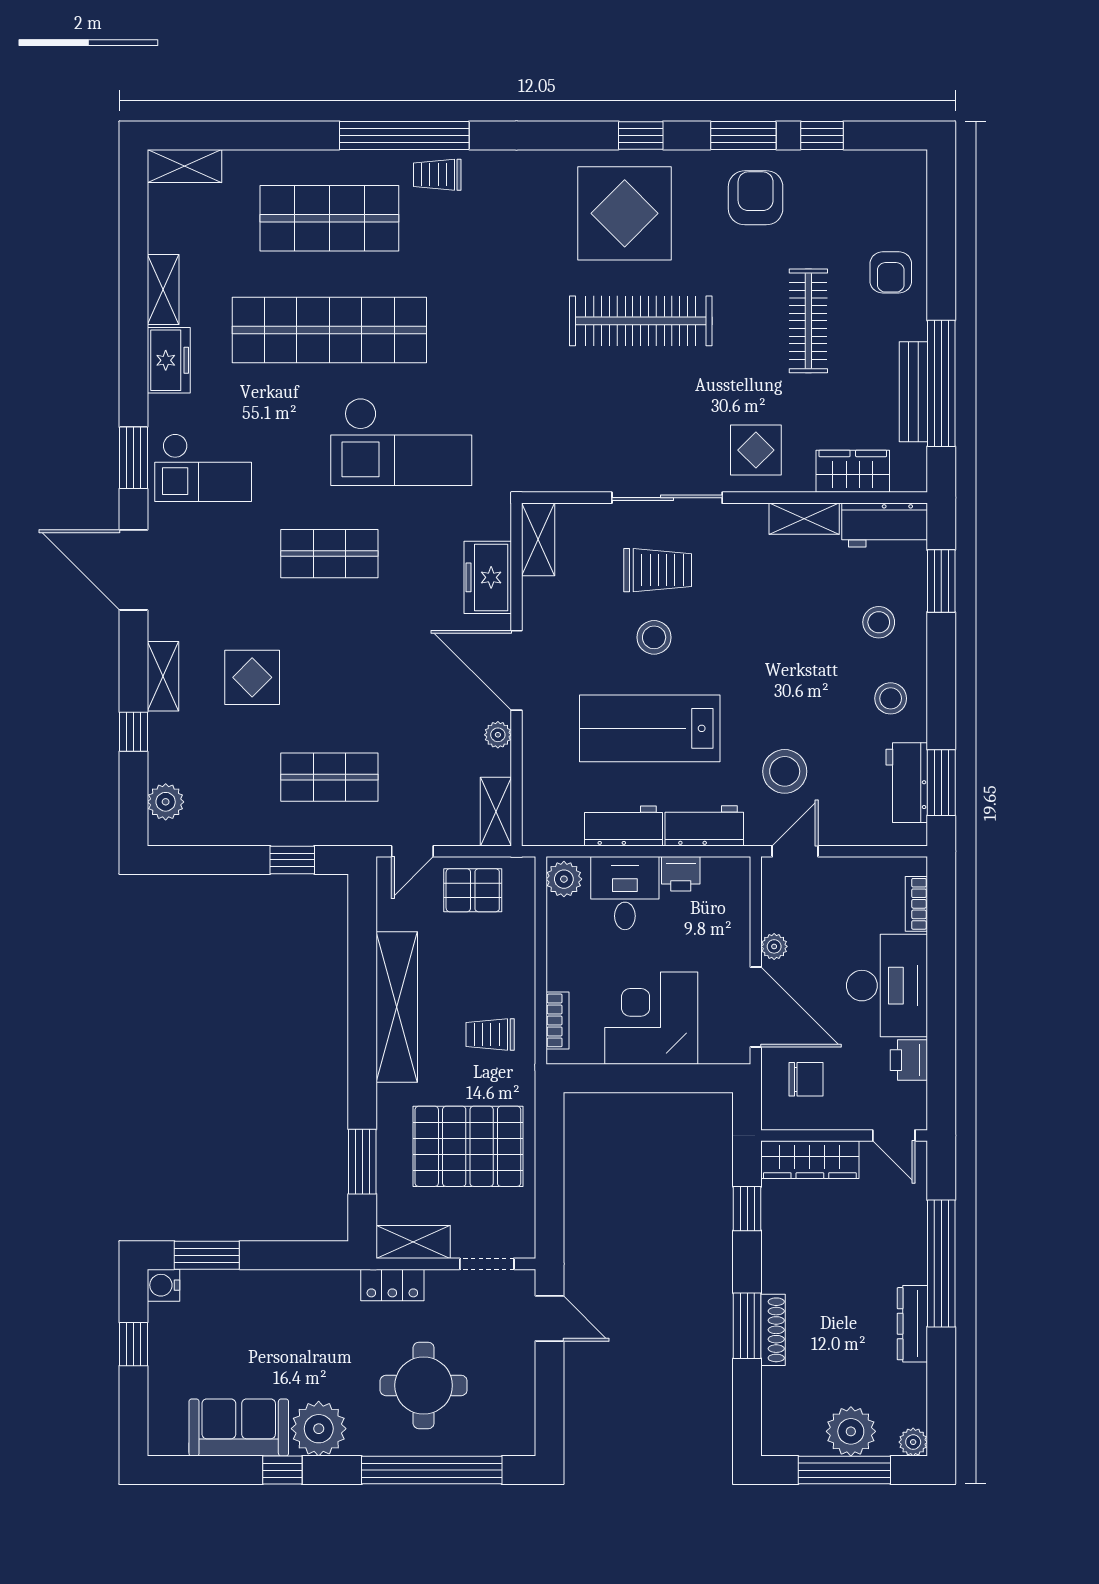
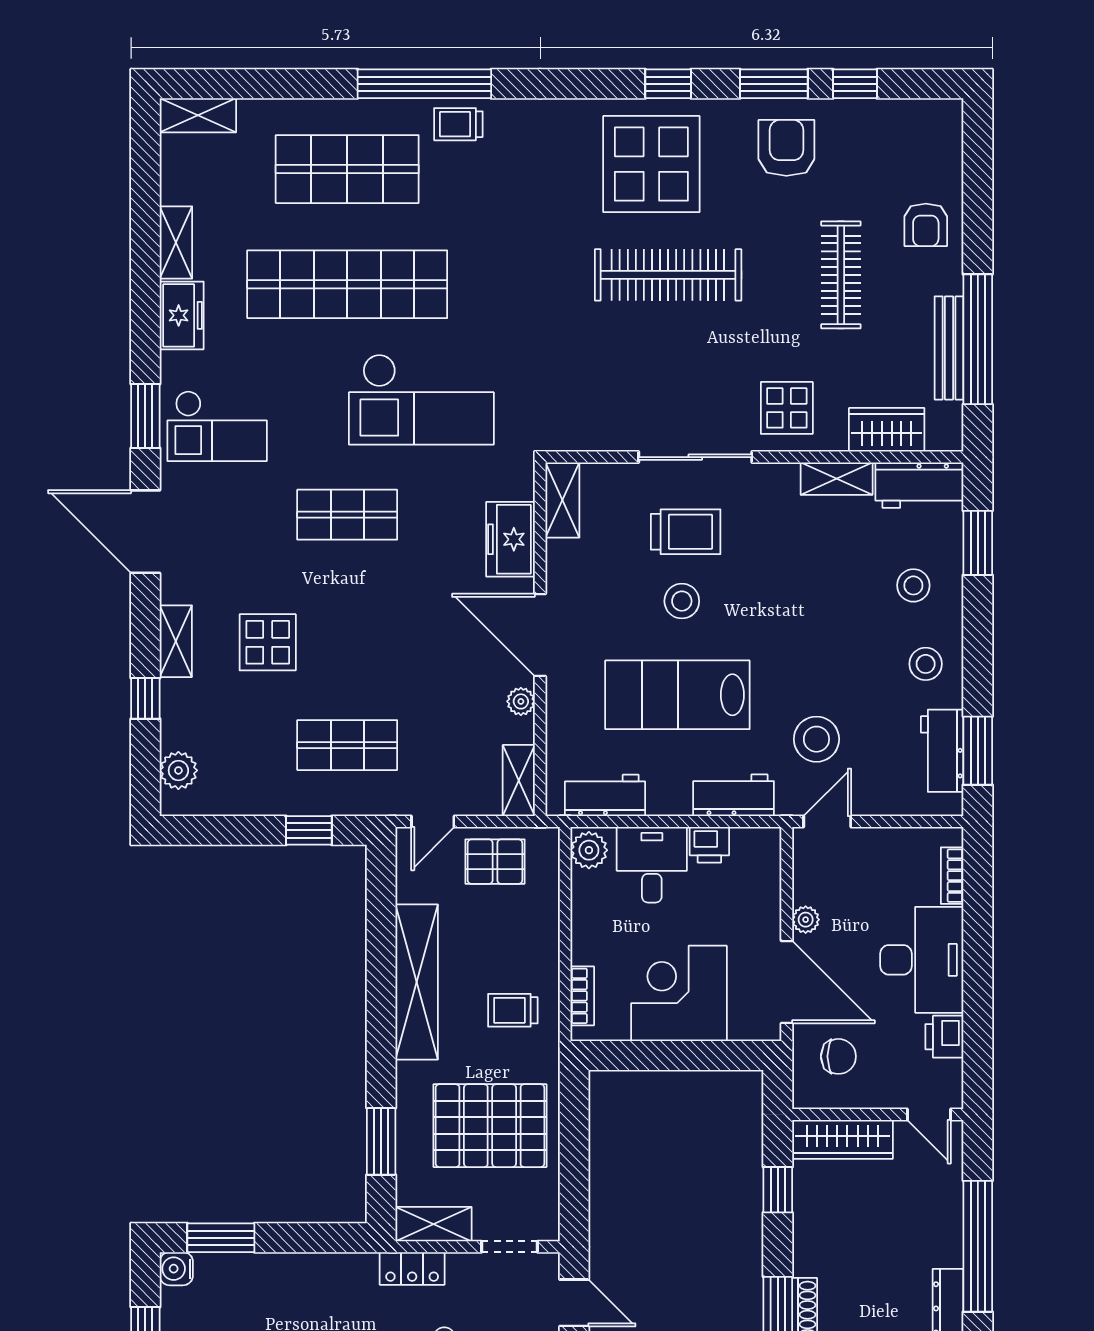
workbench: (623, 826) -> (605, 795), moved

